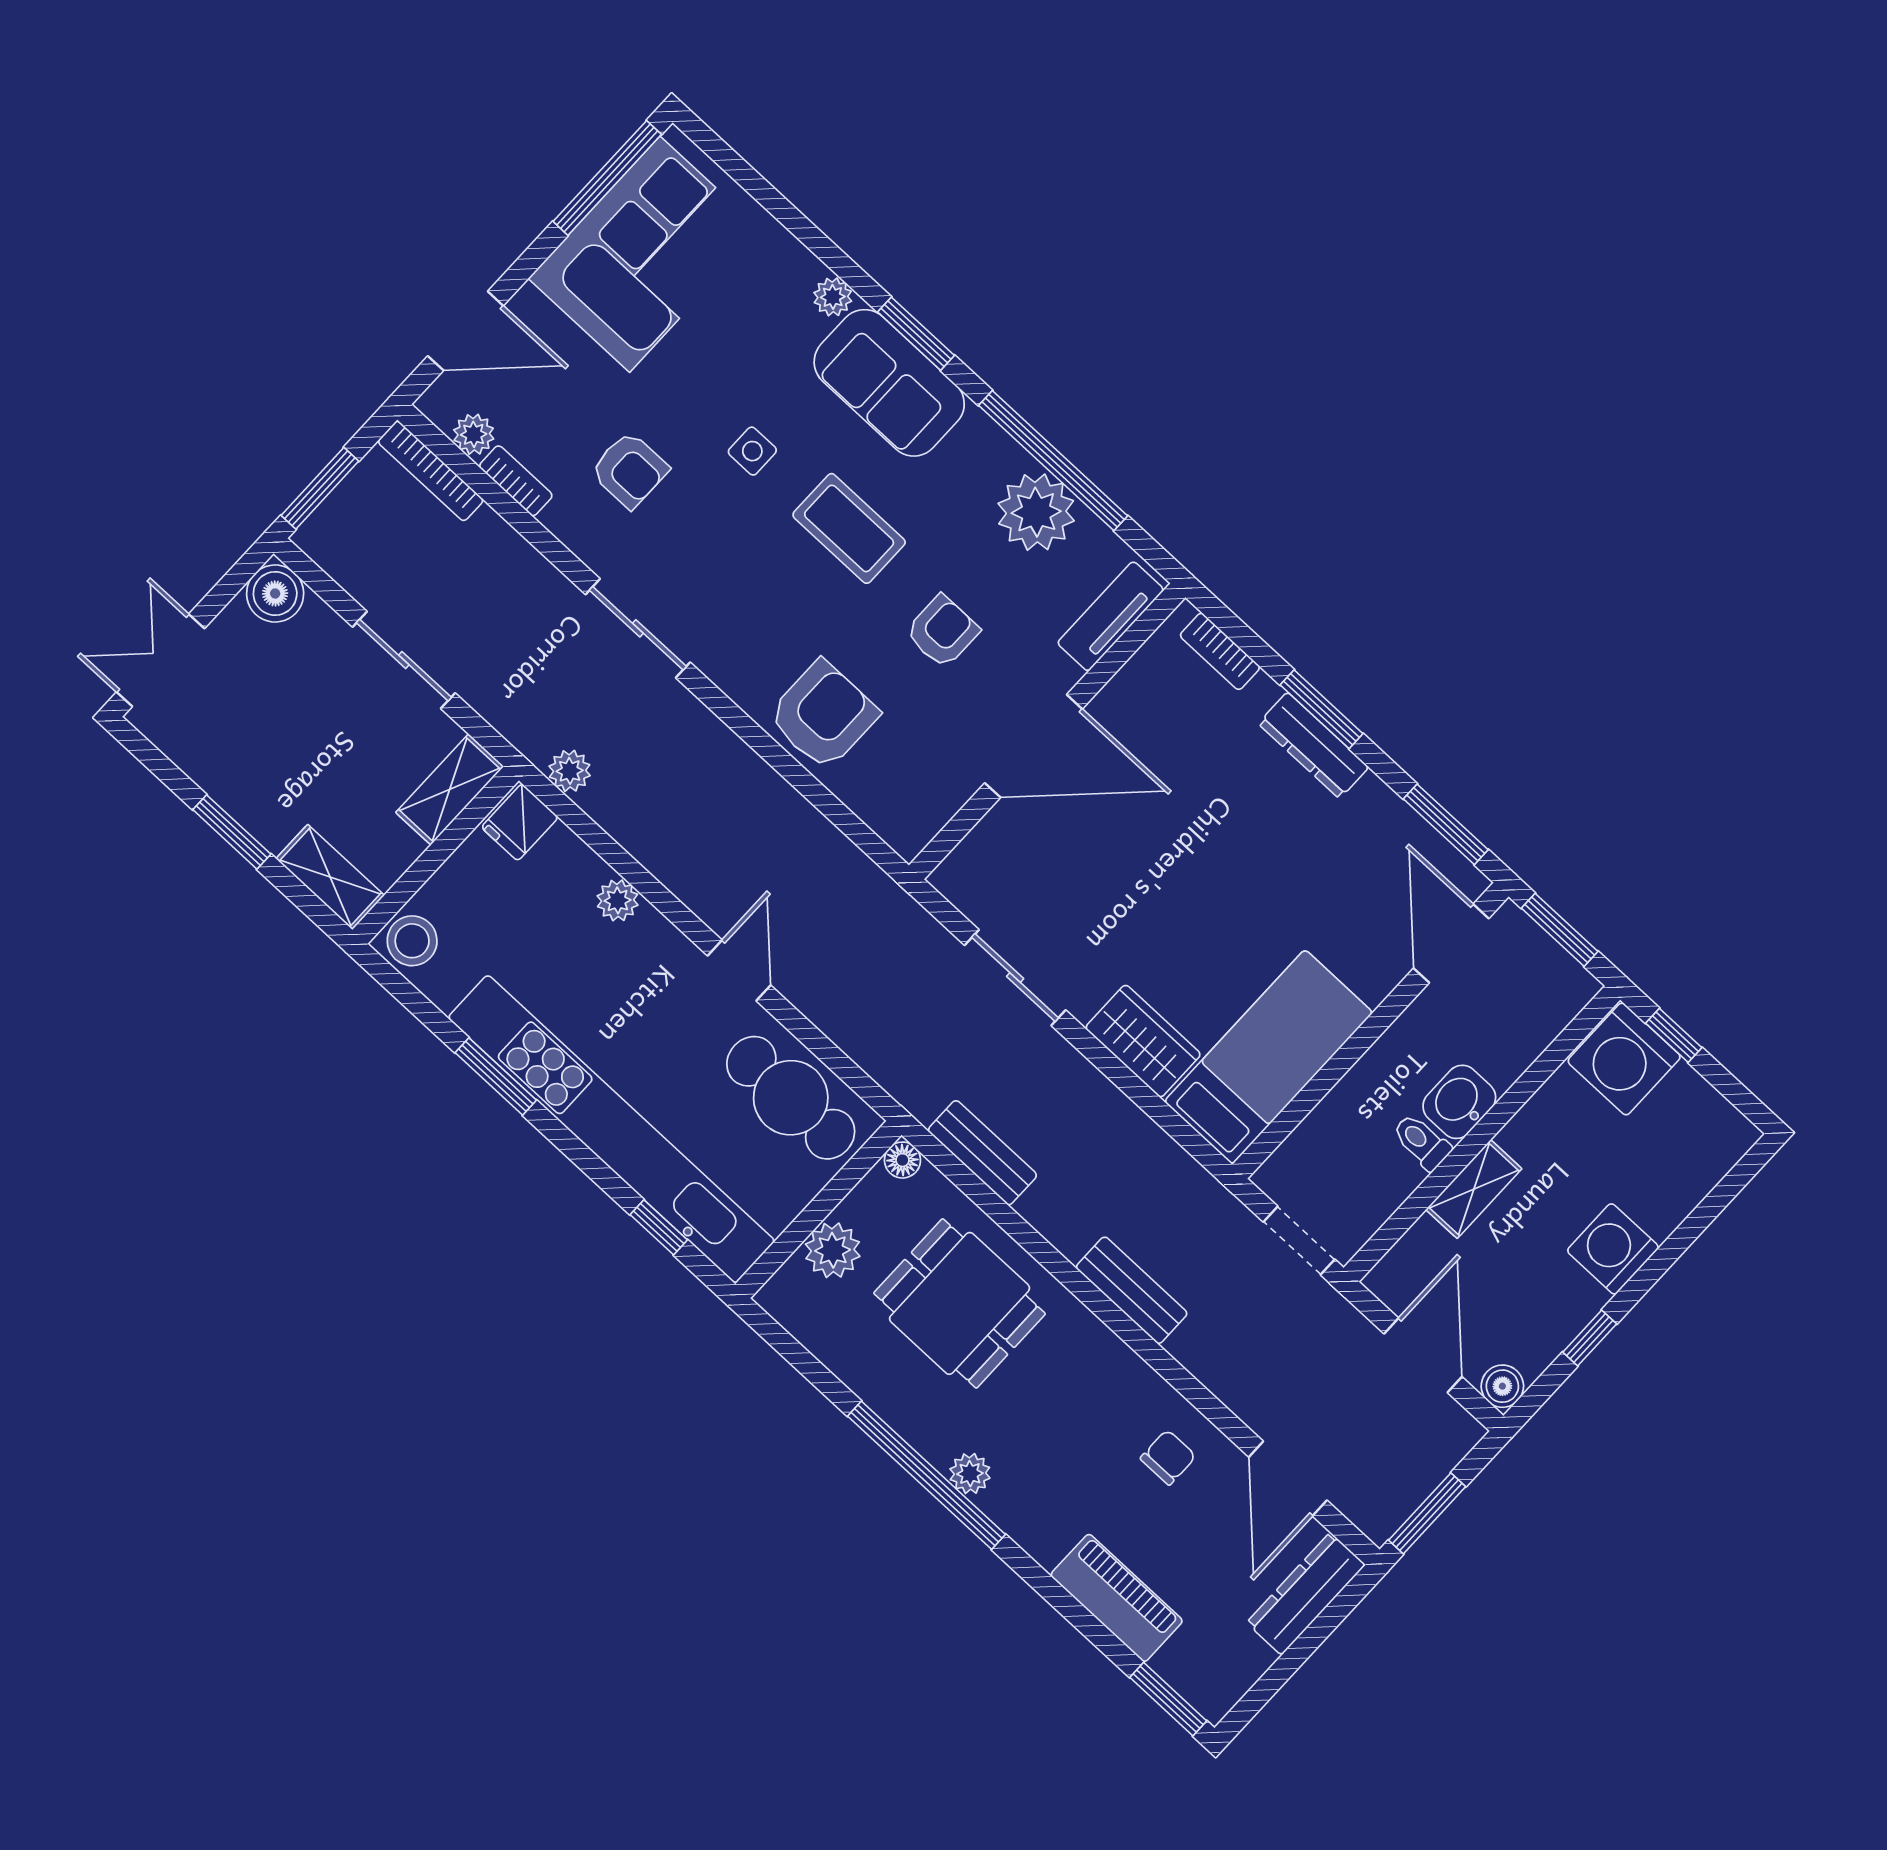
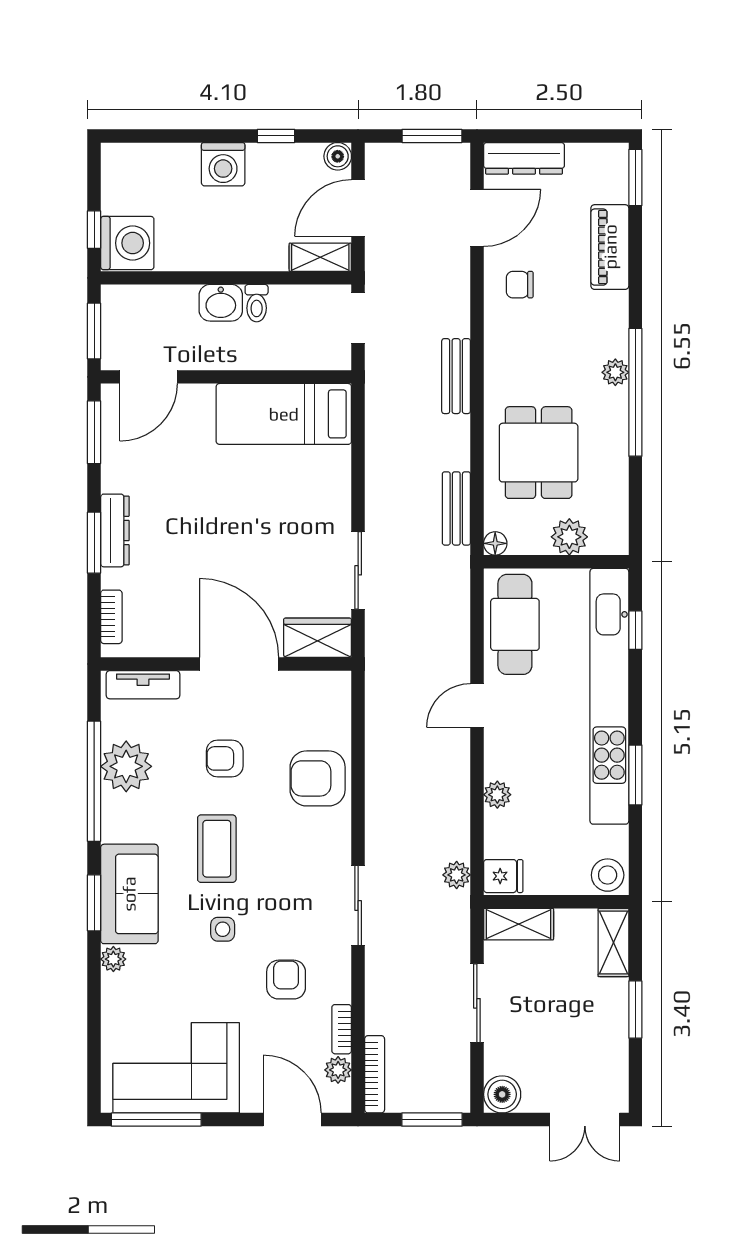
wardrobe: (1143, 1041) -> (317, 638), moved, turned 90
shelving: (1474, 1189) -> (320, 257), moved

